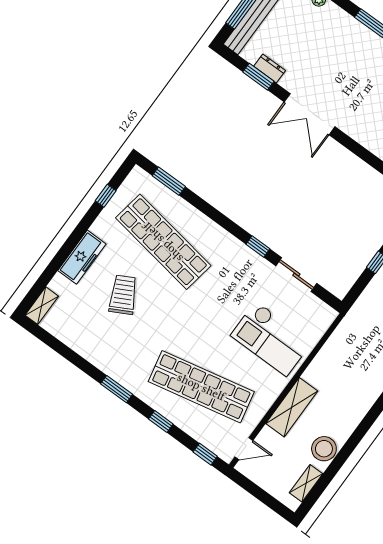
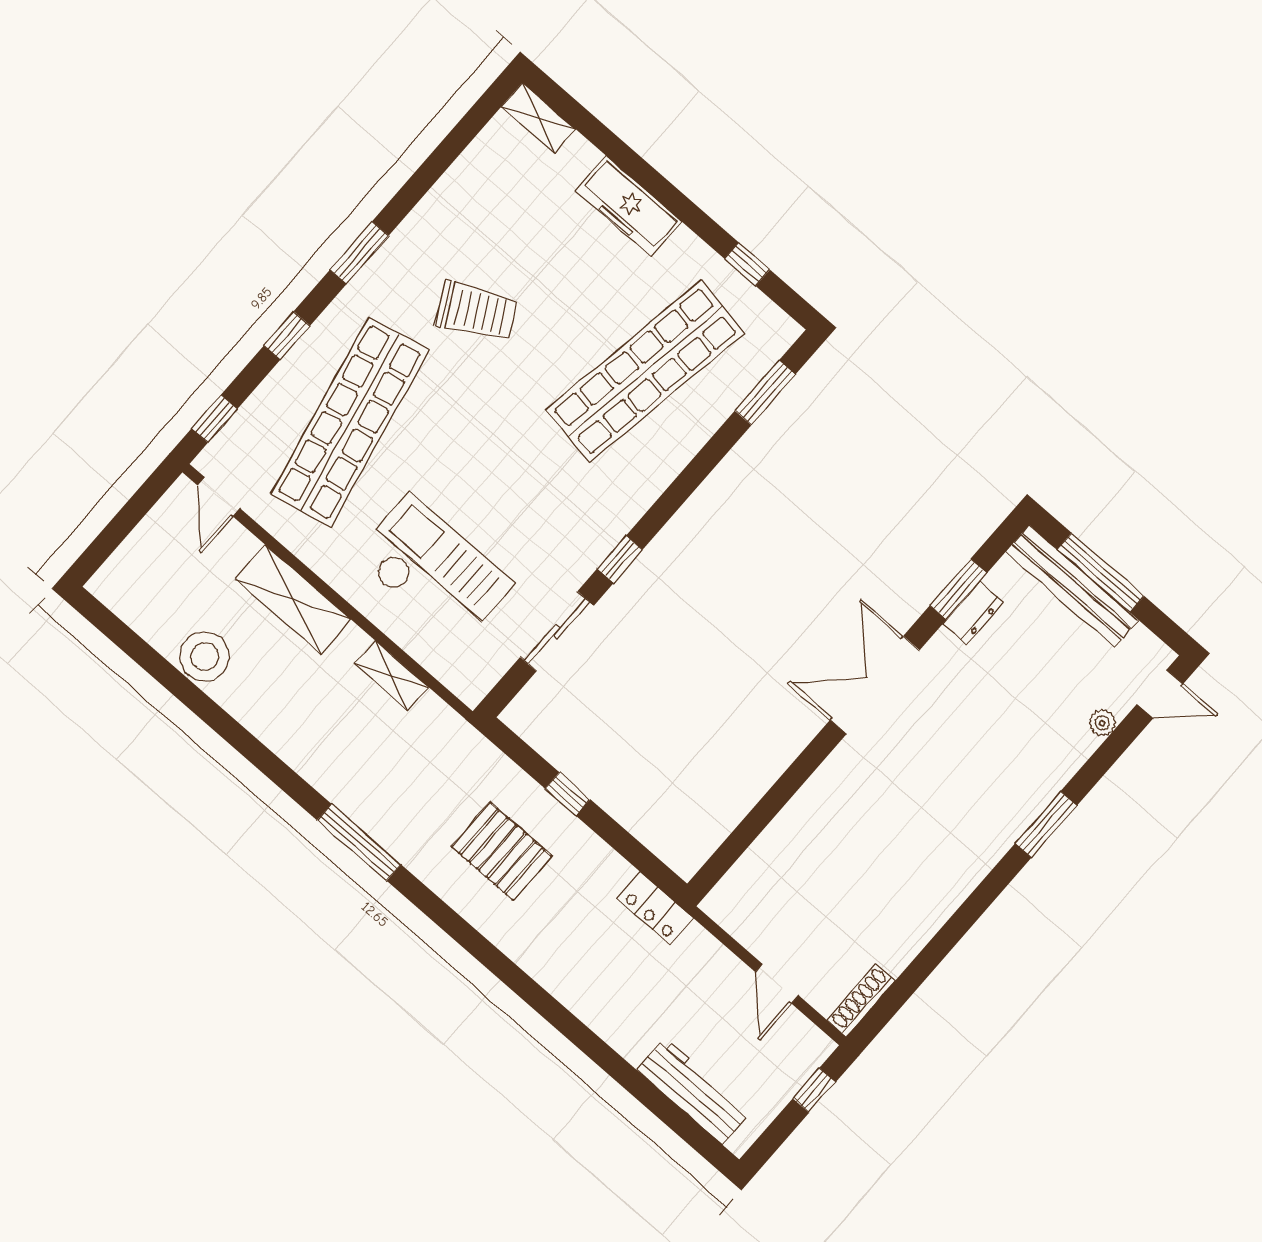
trolley: (123, 295) -> (476, 311), moved
checkout: (271, 339) -> (434, 570), turned 90
shelving: (306, 483) -> (391, 676), moved

